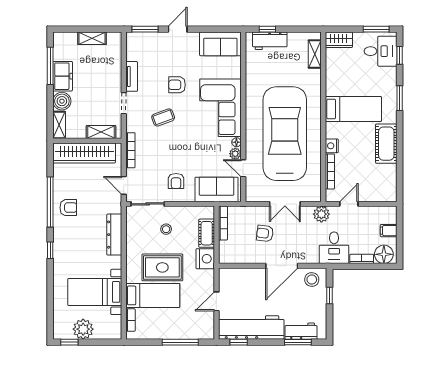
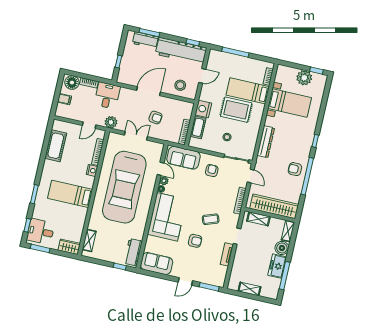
workbench: (270, 41) -> (133, 252), moved, turned -90
cot: (386, 144) -> (56, 146), moved
stool: (312, 280) -> (180, 85), moved

